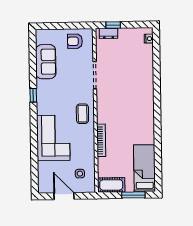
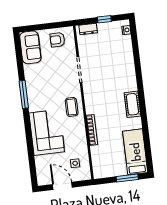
window: (113, 25) -> (104, 19), moved
sofa: (46, 62) -> (30, 47), moved
window: (33, 95) -> (24, 94), width x2.17
cot: (111, 185) -> (132, 104), moved, turned 90

